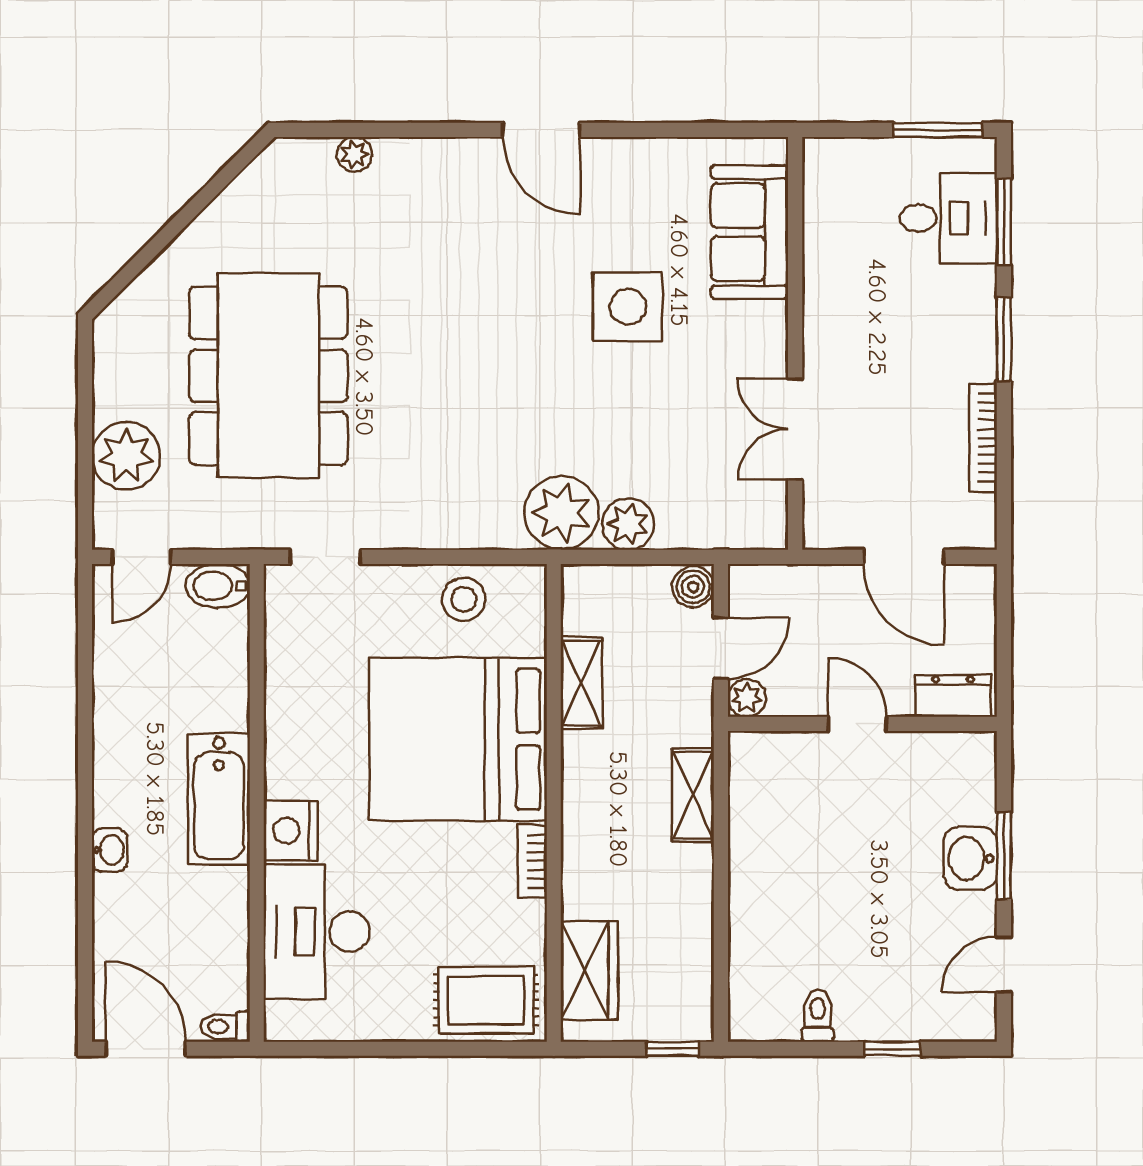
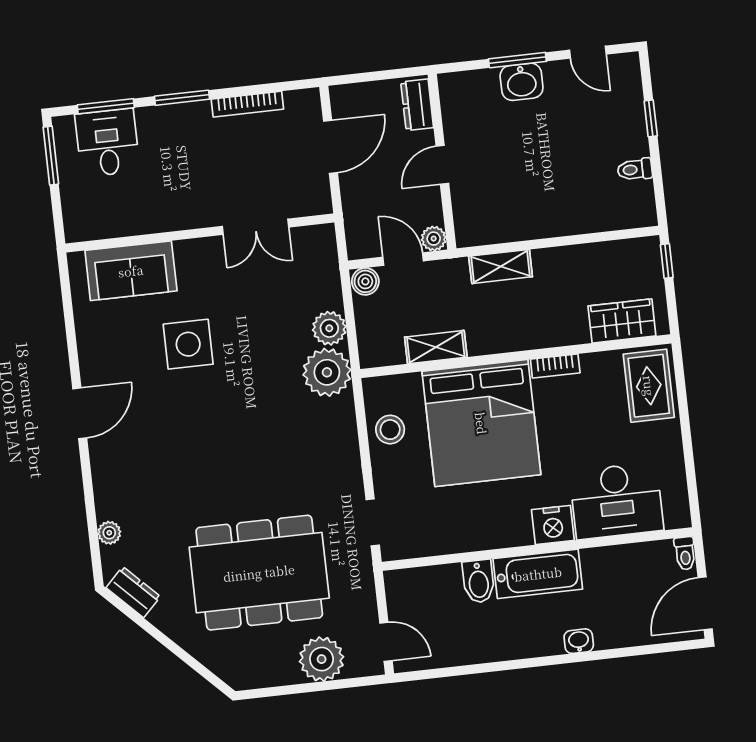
dresser: (260, 181) -> (133, 592), added
bidet: (218, 586) -> (478, 581), moved

